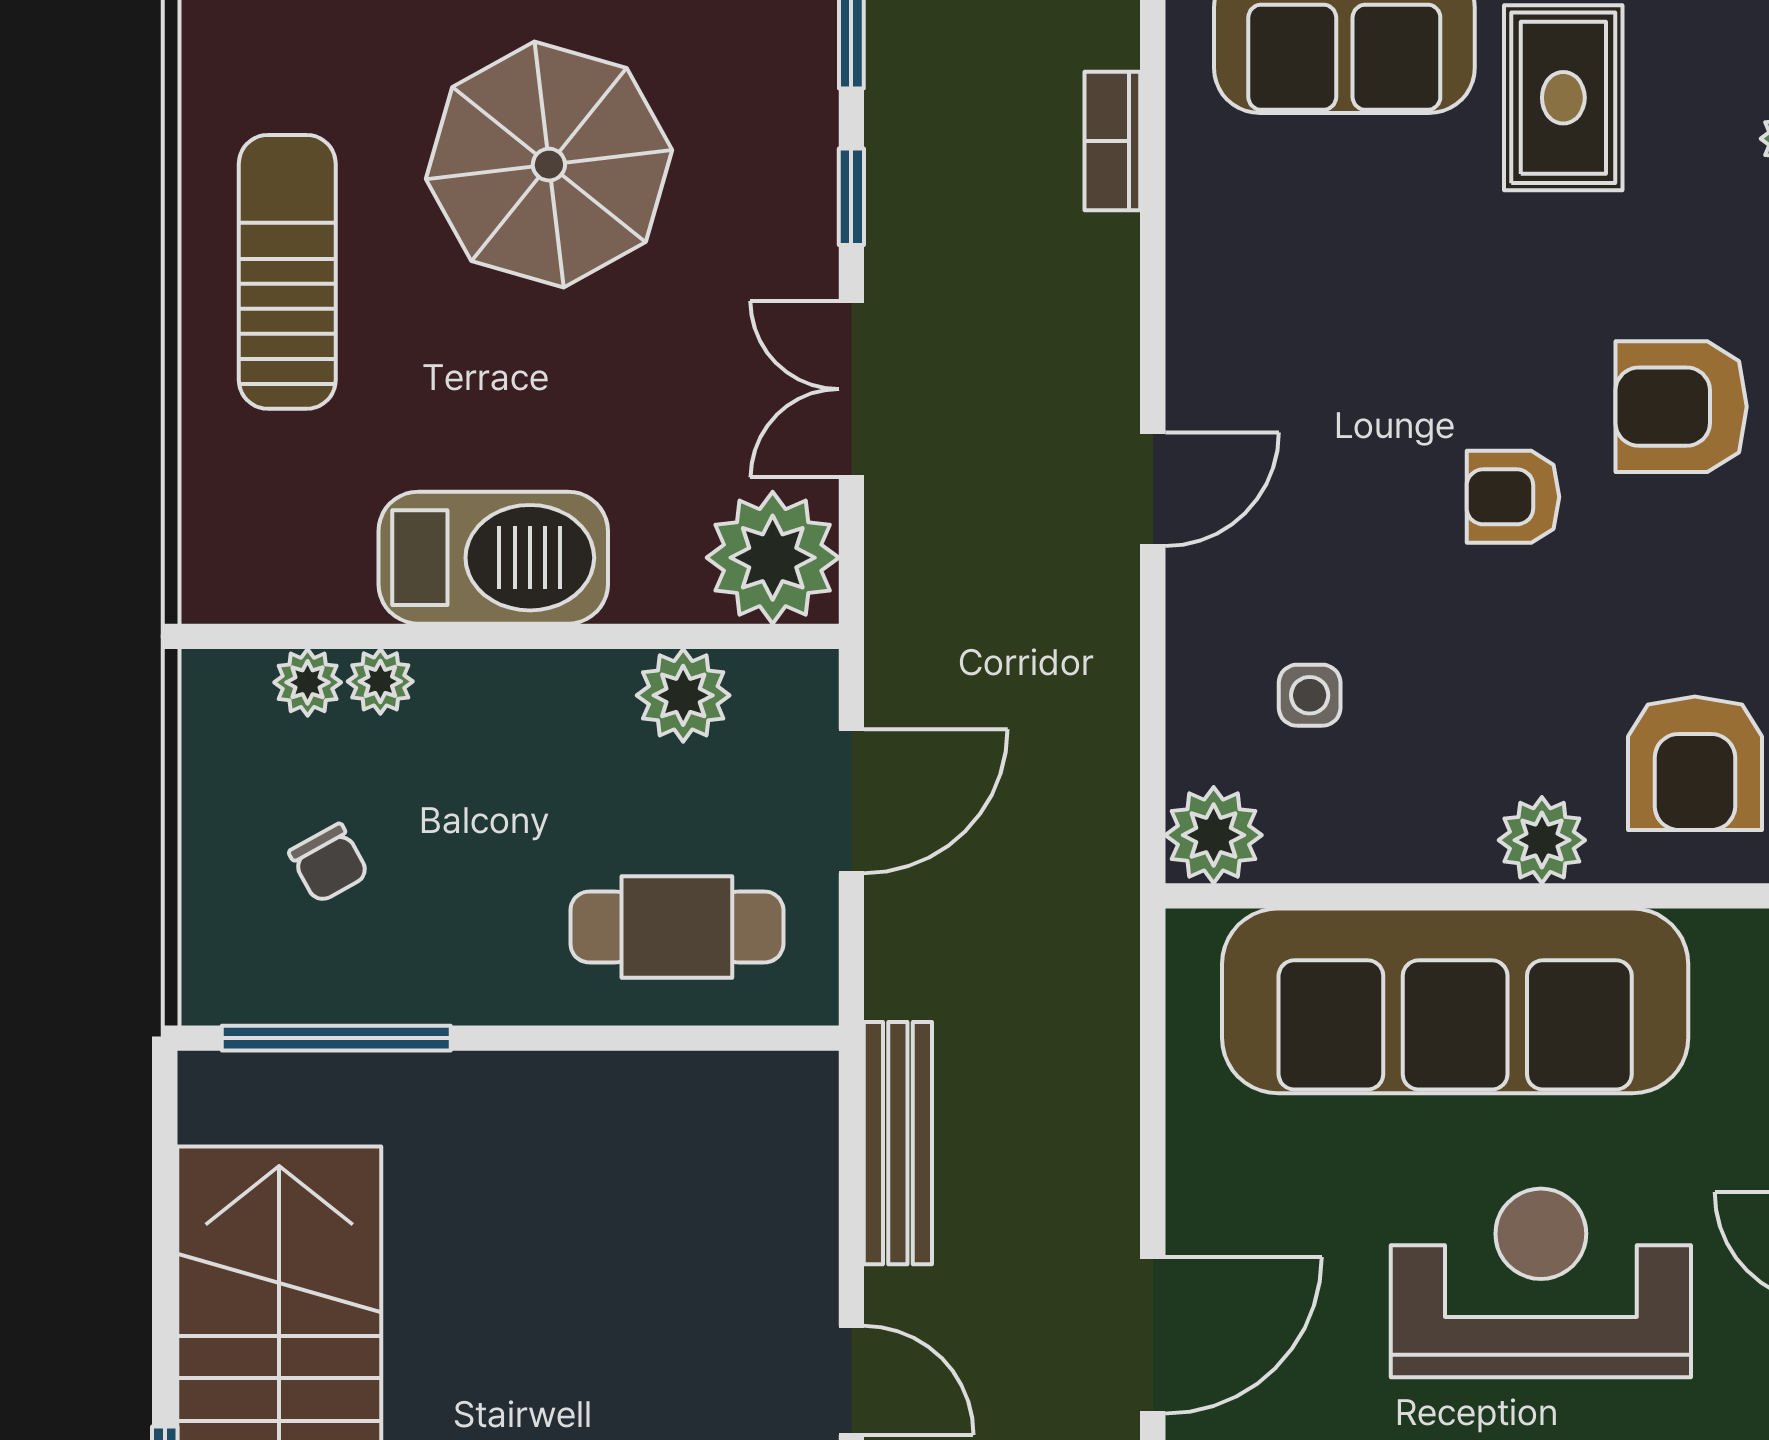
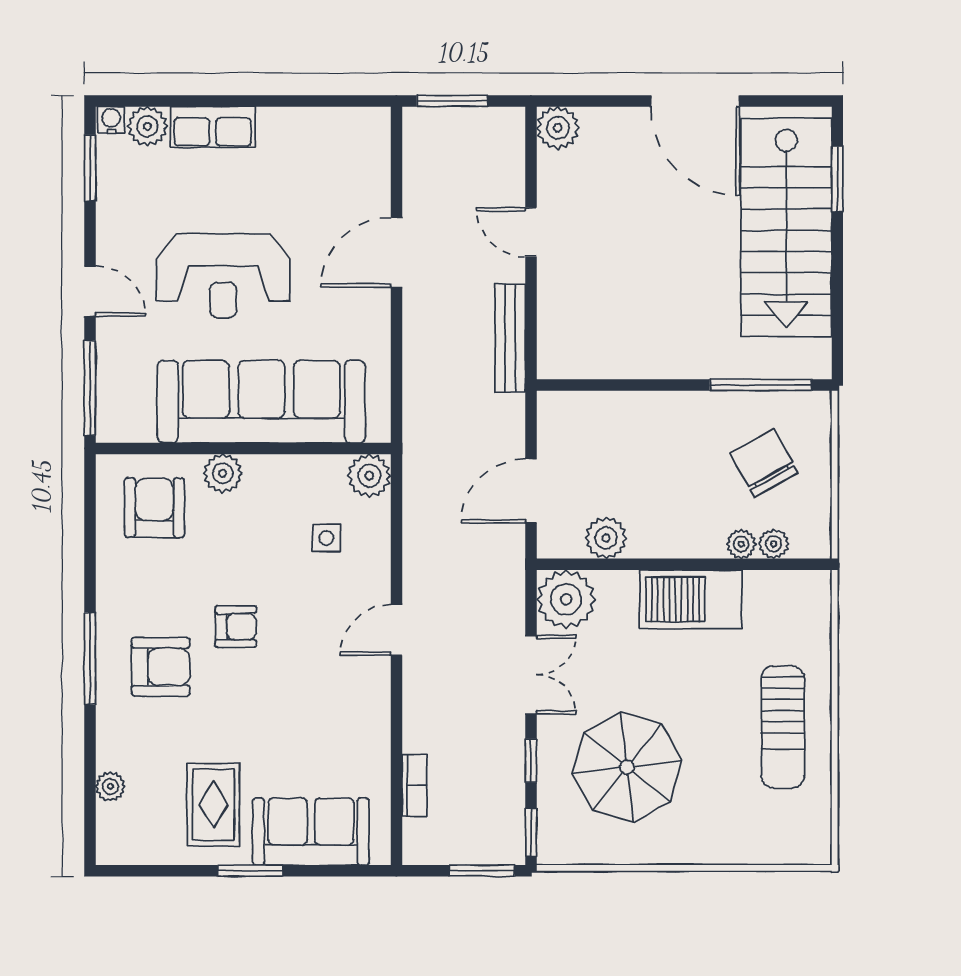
parasol: (549, 165) -> (627, 767), moved
chair: (329, 863) -> (764, 463), width x1.87, depth x1.87
cafe table: (677, 927) -> (609, 435), removed

